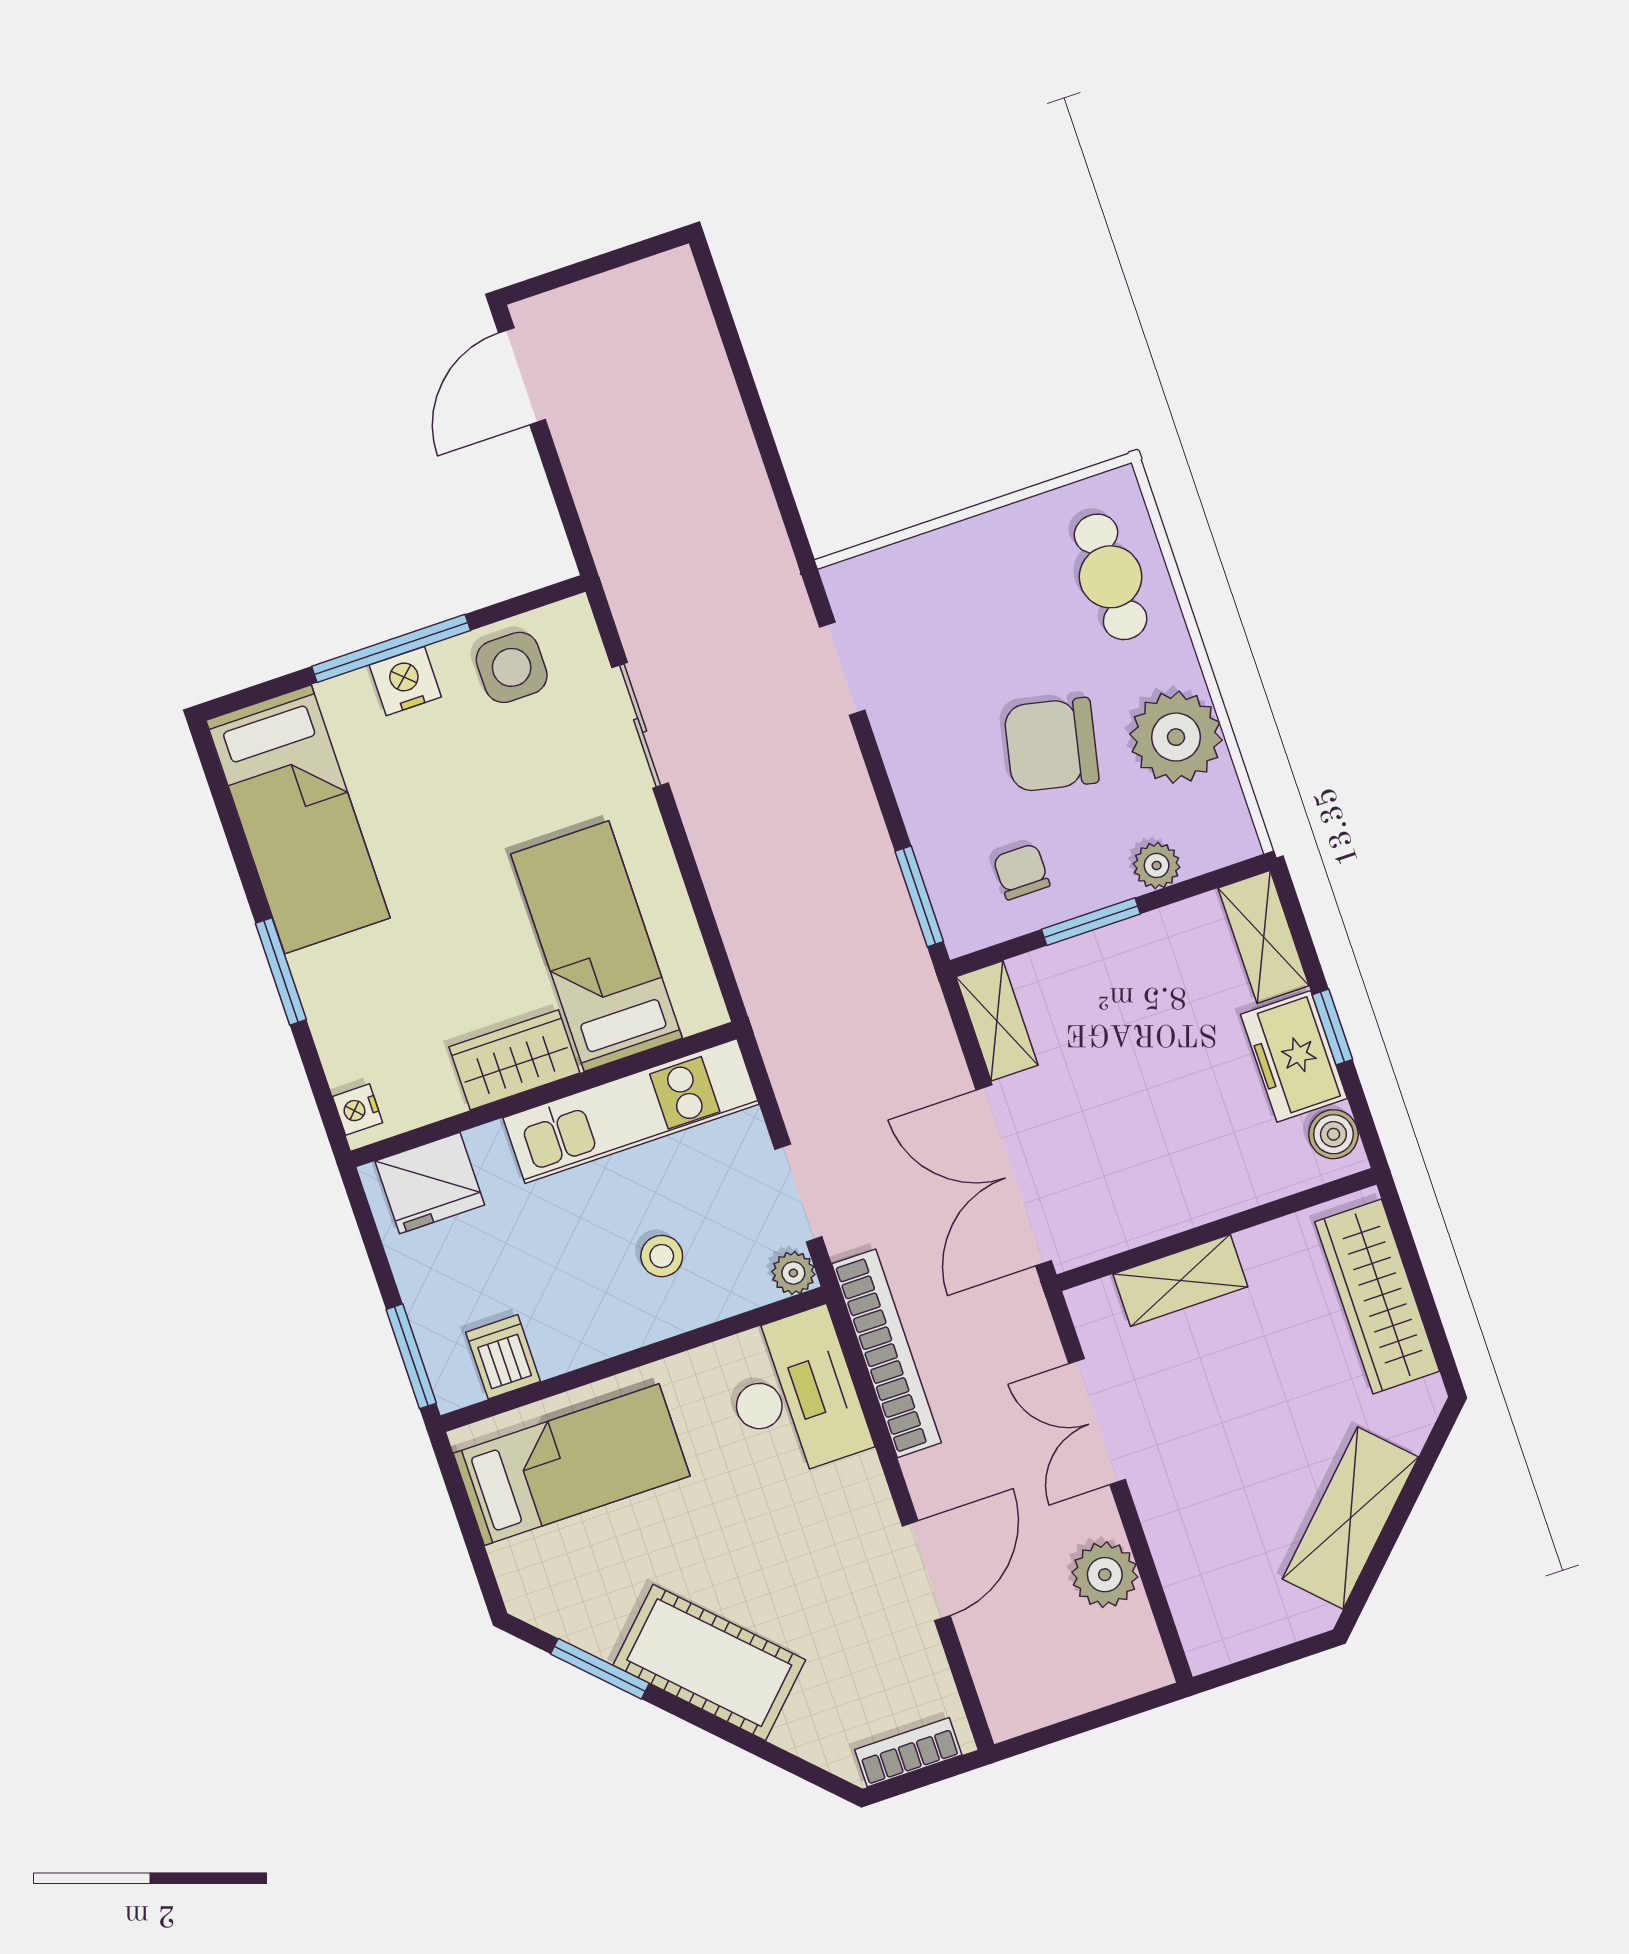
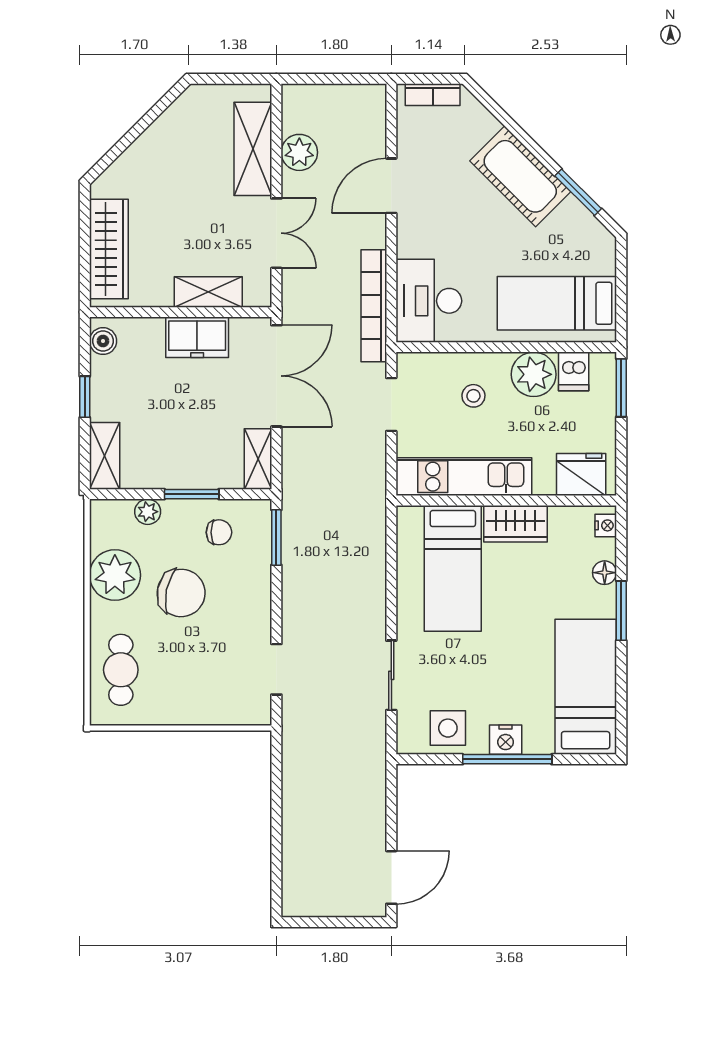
chair: (1021, 872) -> (219, 532), turned -90
floor lamp: (332, 1027) -> (605, 573), added
freezer: (1294, 1056) -> (197, 337), moved, turned 90
plant: (793, 1273) -> (534, 374), moved, width x1.87, depth x1.87
shelving: (1350, 1518) -> (253, 149), moved, turned -45

